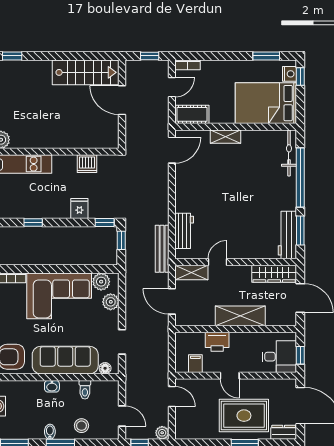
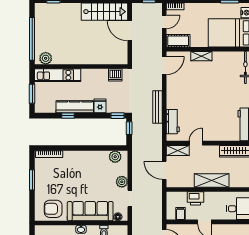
dishwasher: (87, 164) -> (115, 75), moved
kitchen counter: (43, 210) -> (75, 107), added
bench: (162, 249) -> (157, 107), moved
corner sofa: (59, 296) -> (86, 167), removed
plant: (111, 302) -> (122, 182), moved

